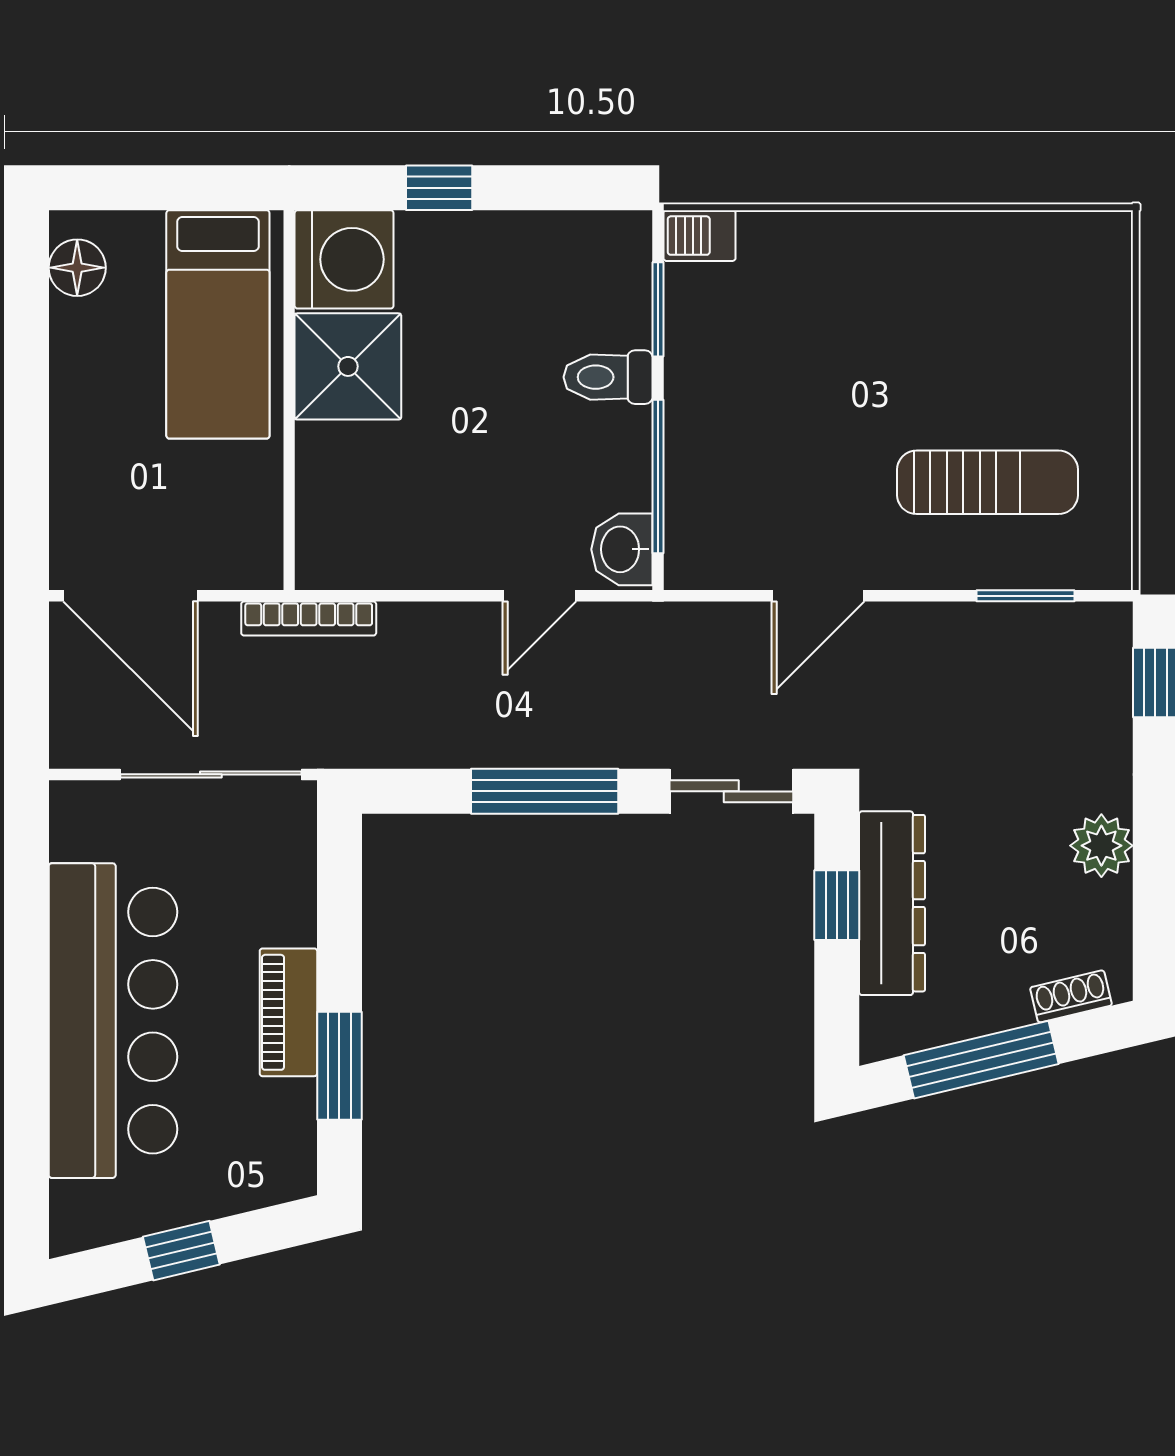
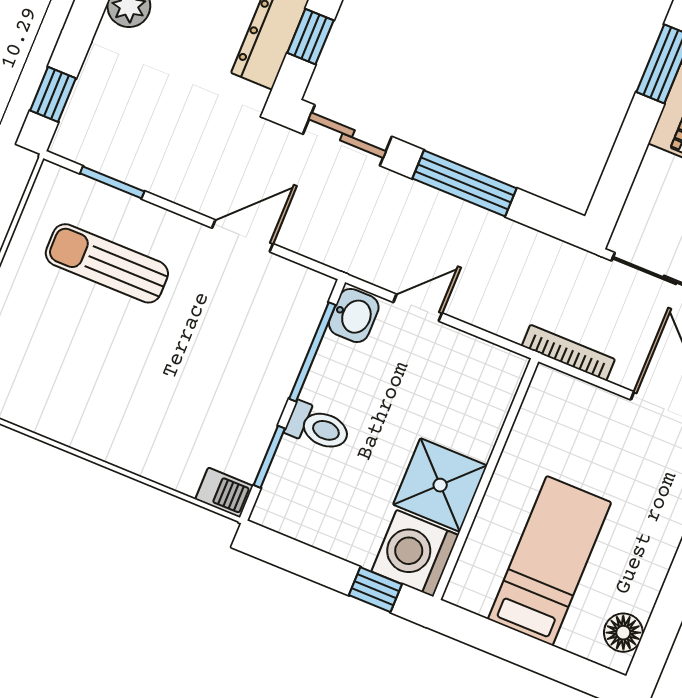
washing machine: (344, 259) -> (415, 553), moved
shower: (348, 366) -> (440, 485), moved
wall: (289, 400) -> (486, 479), moved

